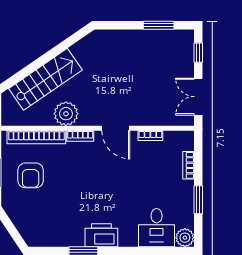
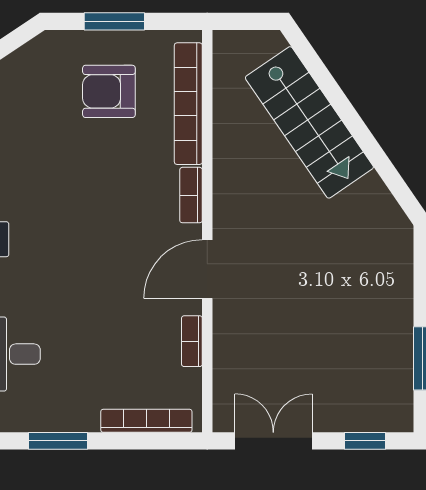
plant: (66, 114) -> (238, 165), removed
bookcase: (189, 165) -> (146, 421), width x1.56

